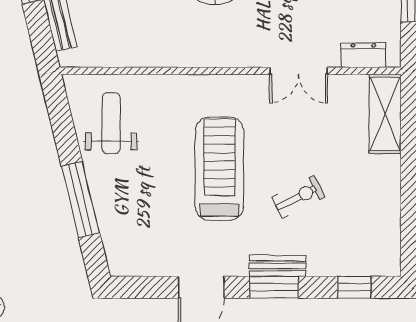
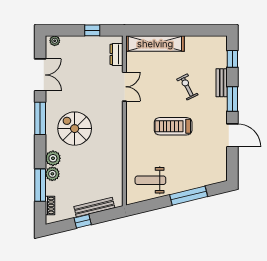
shelving: (385, 114) -> (155, 44), width x1.47
treadmill: (219, 169) -> (173, 126), width x0.73, depth x0.73
bench: (278, 266) -> (222, 83), moved

